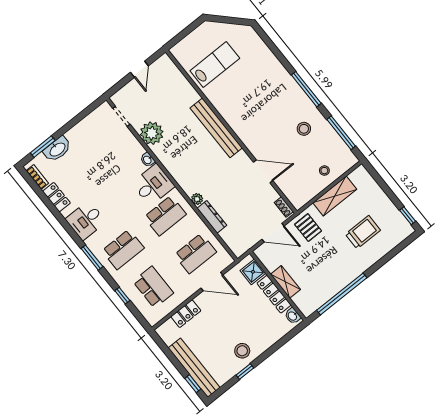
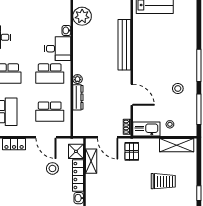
kitchen sink: (305, 194) -> (146, 129), added
shelving: (335, 196) -> (177, 145), moved
shelving: (285, 282) -> (91, 161), moved
stool: (242, 351) -> (52, 168), moved

